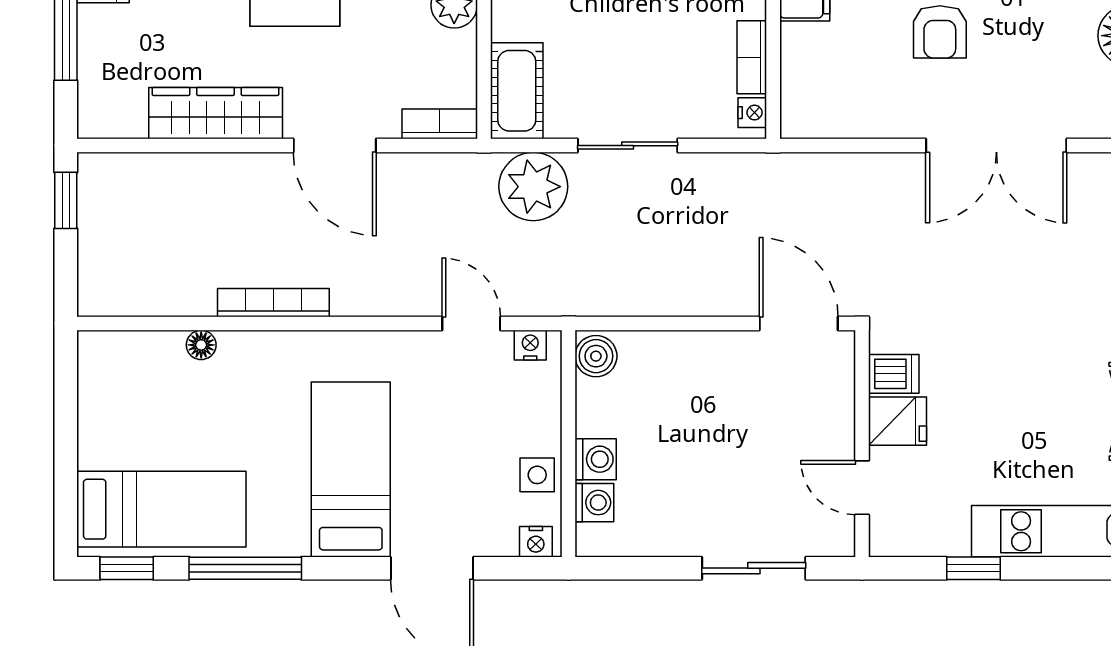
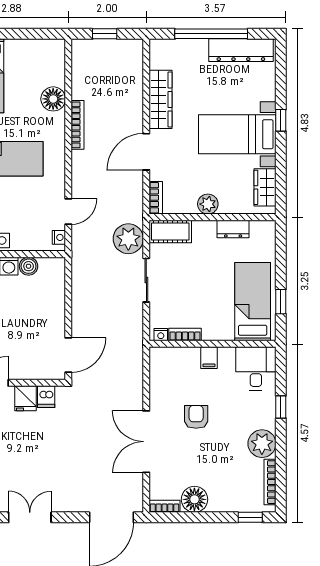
armchair: (940, 32) -> (196, 417), turned 90
window: (66, 200) -> (105, 34), moved
floor lamp: (201, 345) -> (53, 99), width x1.89, depth x1.89
boiler: (596, 356) -> (29, 266), moved

